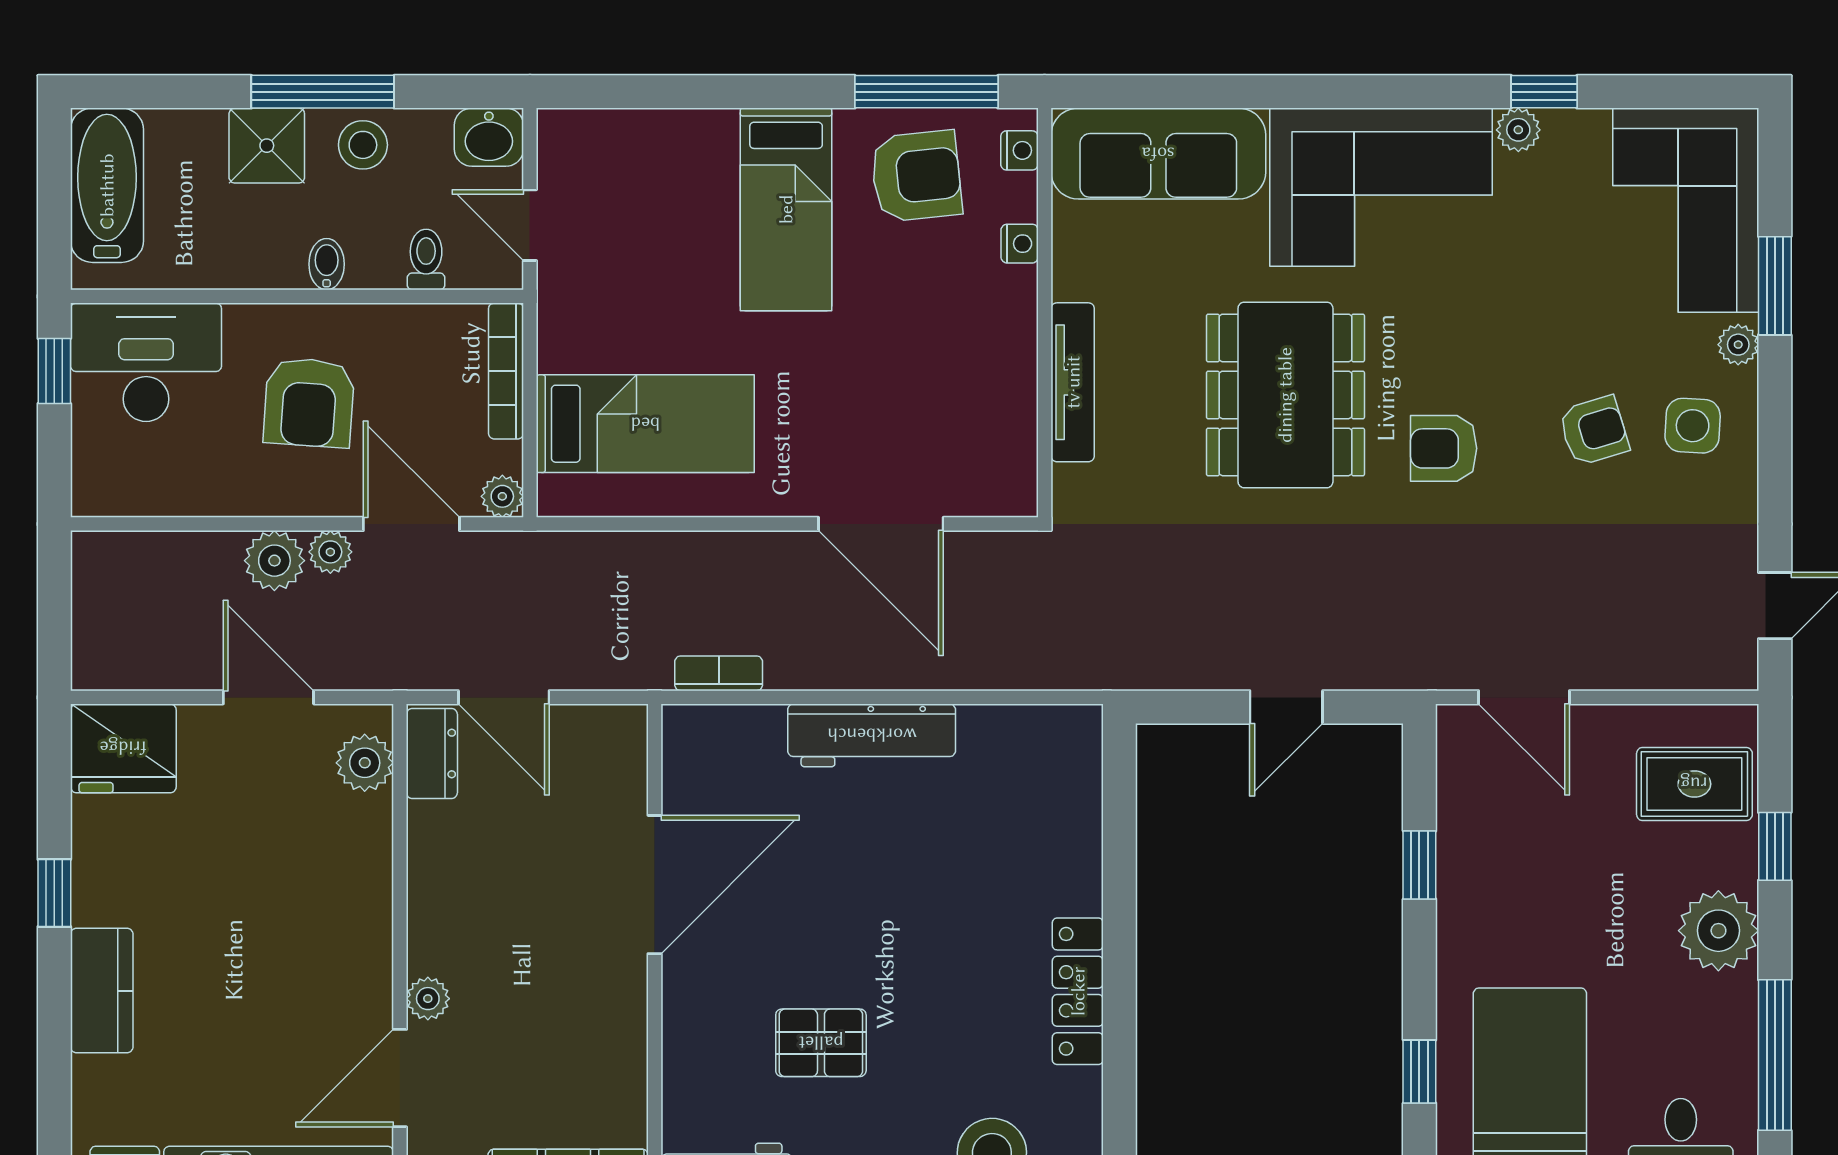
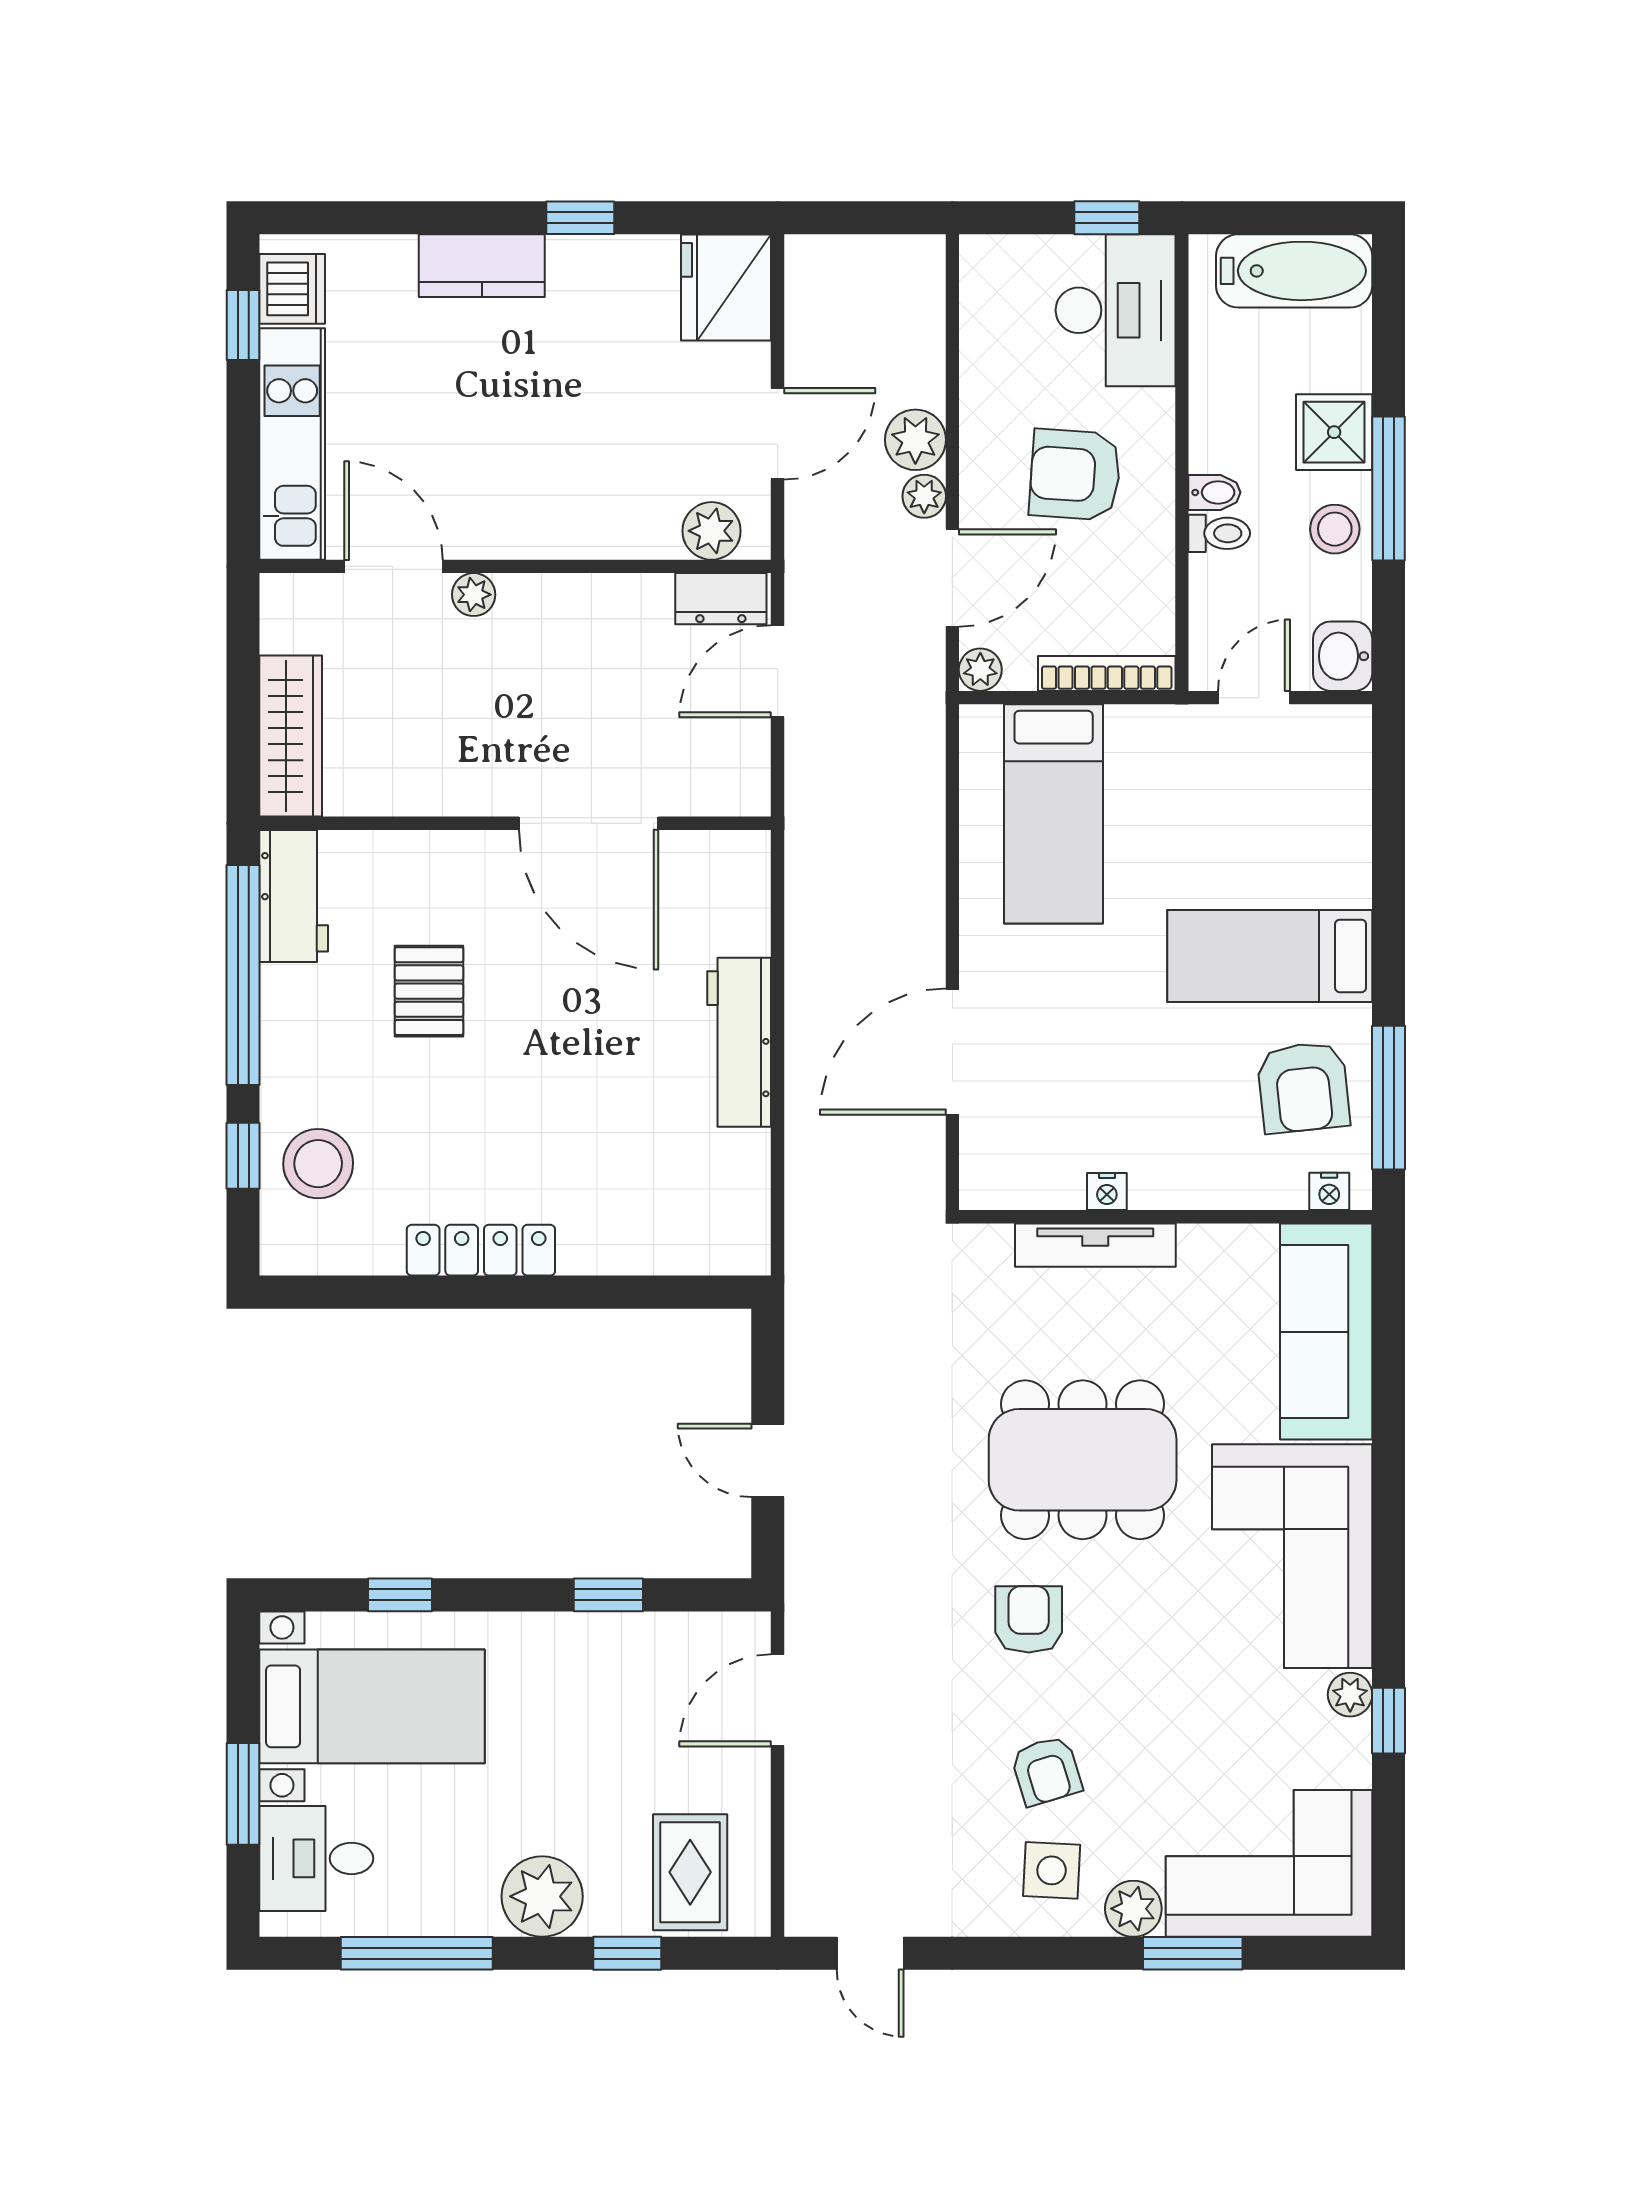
nightstand: (1020, 244) -> (1107, 1192), moved
toilet: (426, 260) -> (1219, 533), moved
plant: (1738, 345) -> (1133, 1909), width x1.38, depth x1.38
bookcase: (719, 673) -> (802, 888), removed

